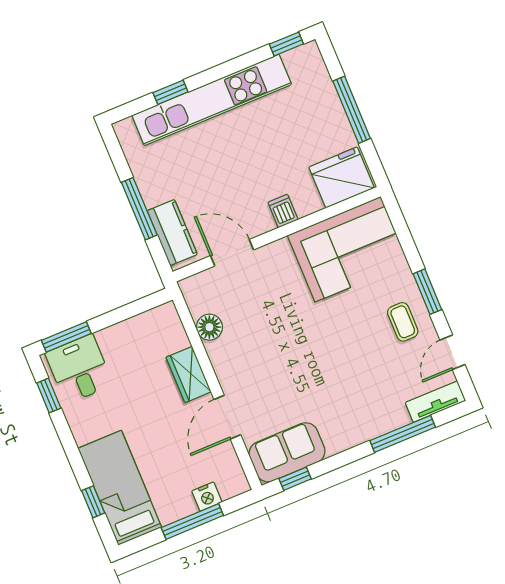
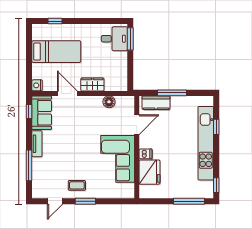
window: (352, 110) -> (189, 201), moved
fridge: (341, 177) -> (149, 172), moved
corner sofa: (348, 249) -> (118, 159), moved
door: (453, 352) -> (55, 201), swing flipped
window: (49, 396) -> (108, 21), removed
tv unit: (435, 402) -> (37, 144), moved
bed: (120, 488) -> (56, 52), moved
nightstand: (207, 497) -> (37, 85), moved
window: (192, 521) -> (29, 60), removed

